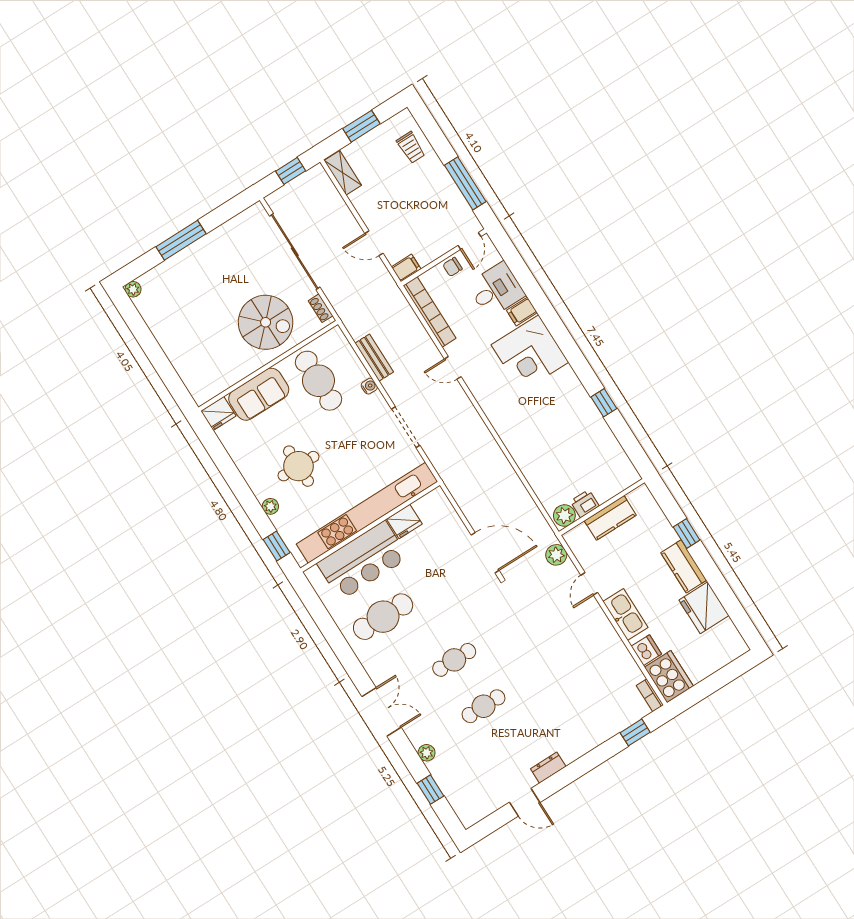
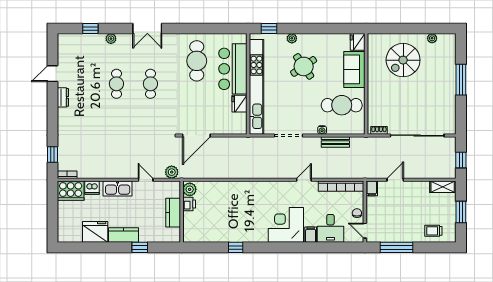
plant: (133, 289) -> (432, 38), moved
spiral stairs: (266, 322) -> (403, 60), moved
round table: (298, 466) -> (304, 66), turned -34

